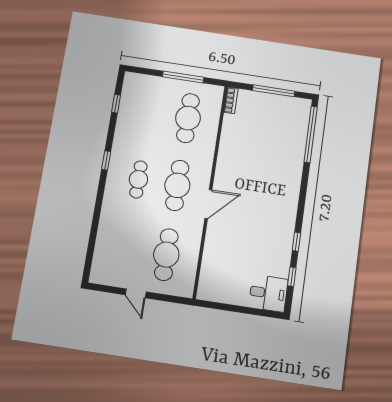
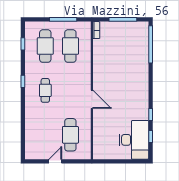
cafe table: (177, 185) -> (45, 46), moved
door: (208, 204) -> (92, 99), hinge flipped
door: (136, 293) -> (55, 161), swing flipped
desk: (268, 293) -> (134, 140), width x1.87, depth x1.30

